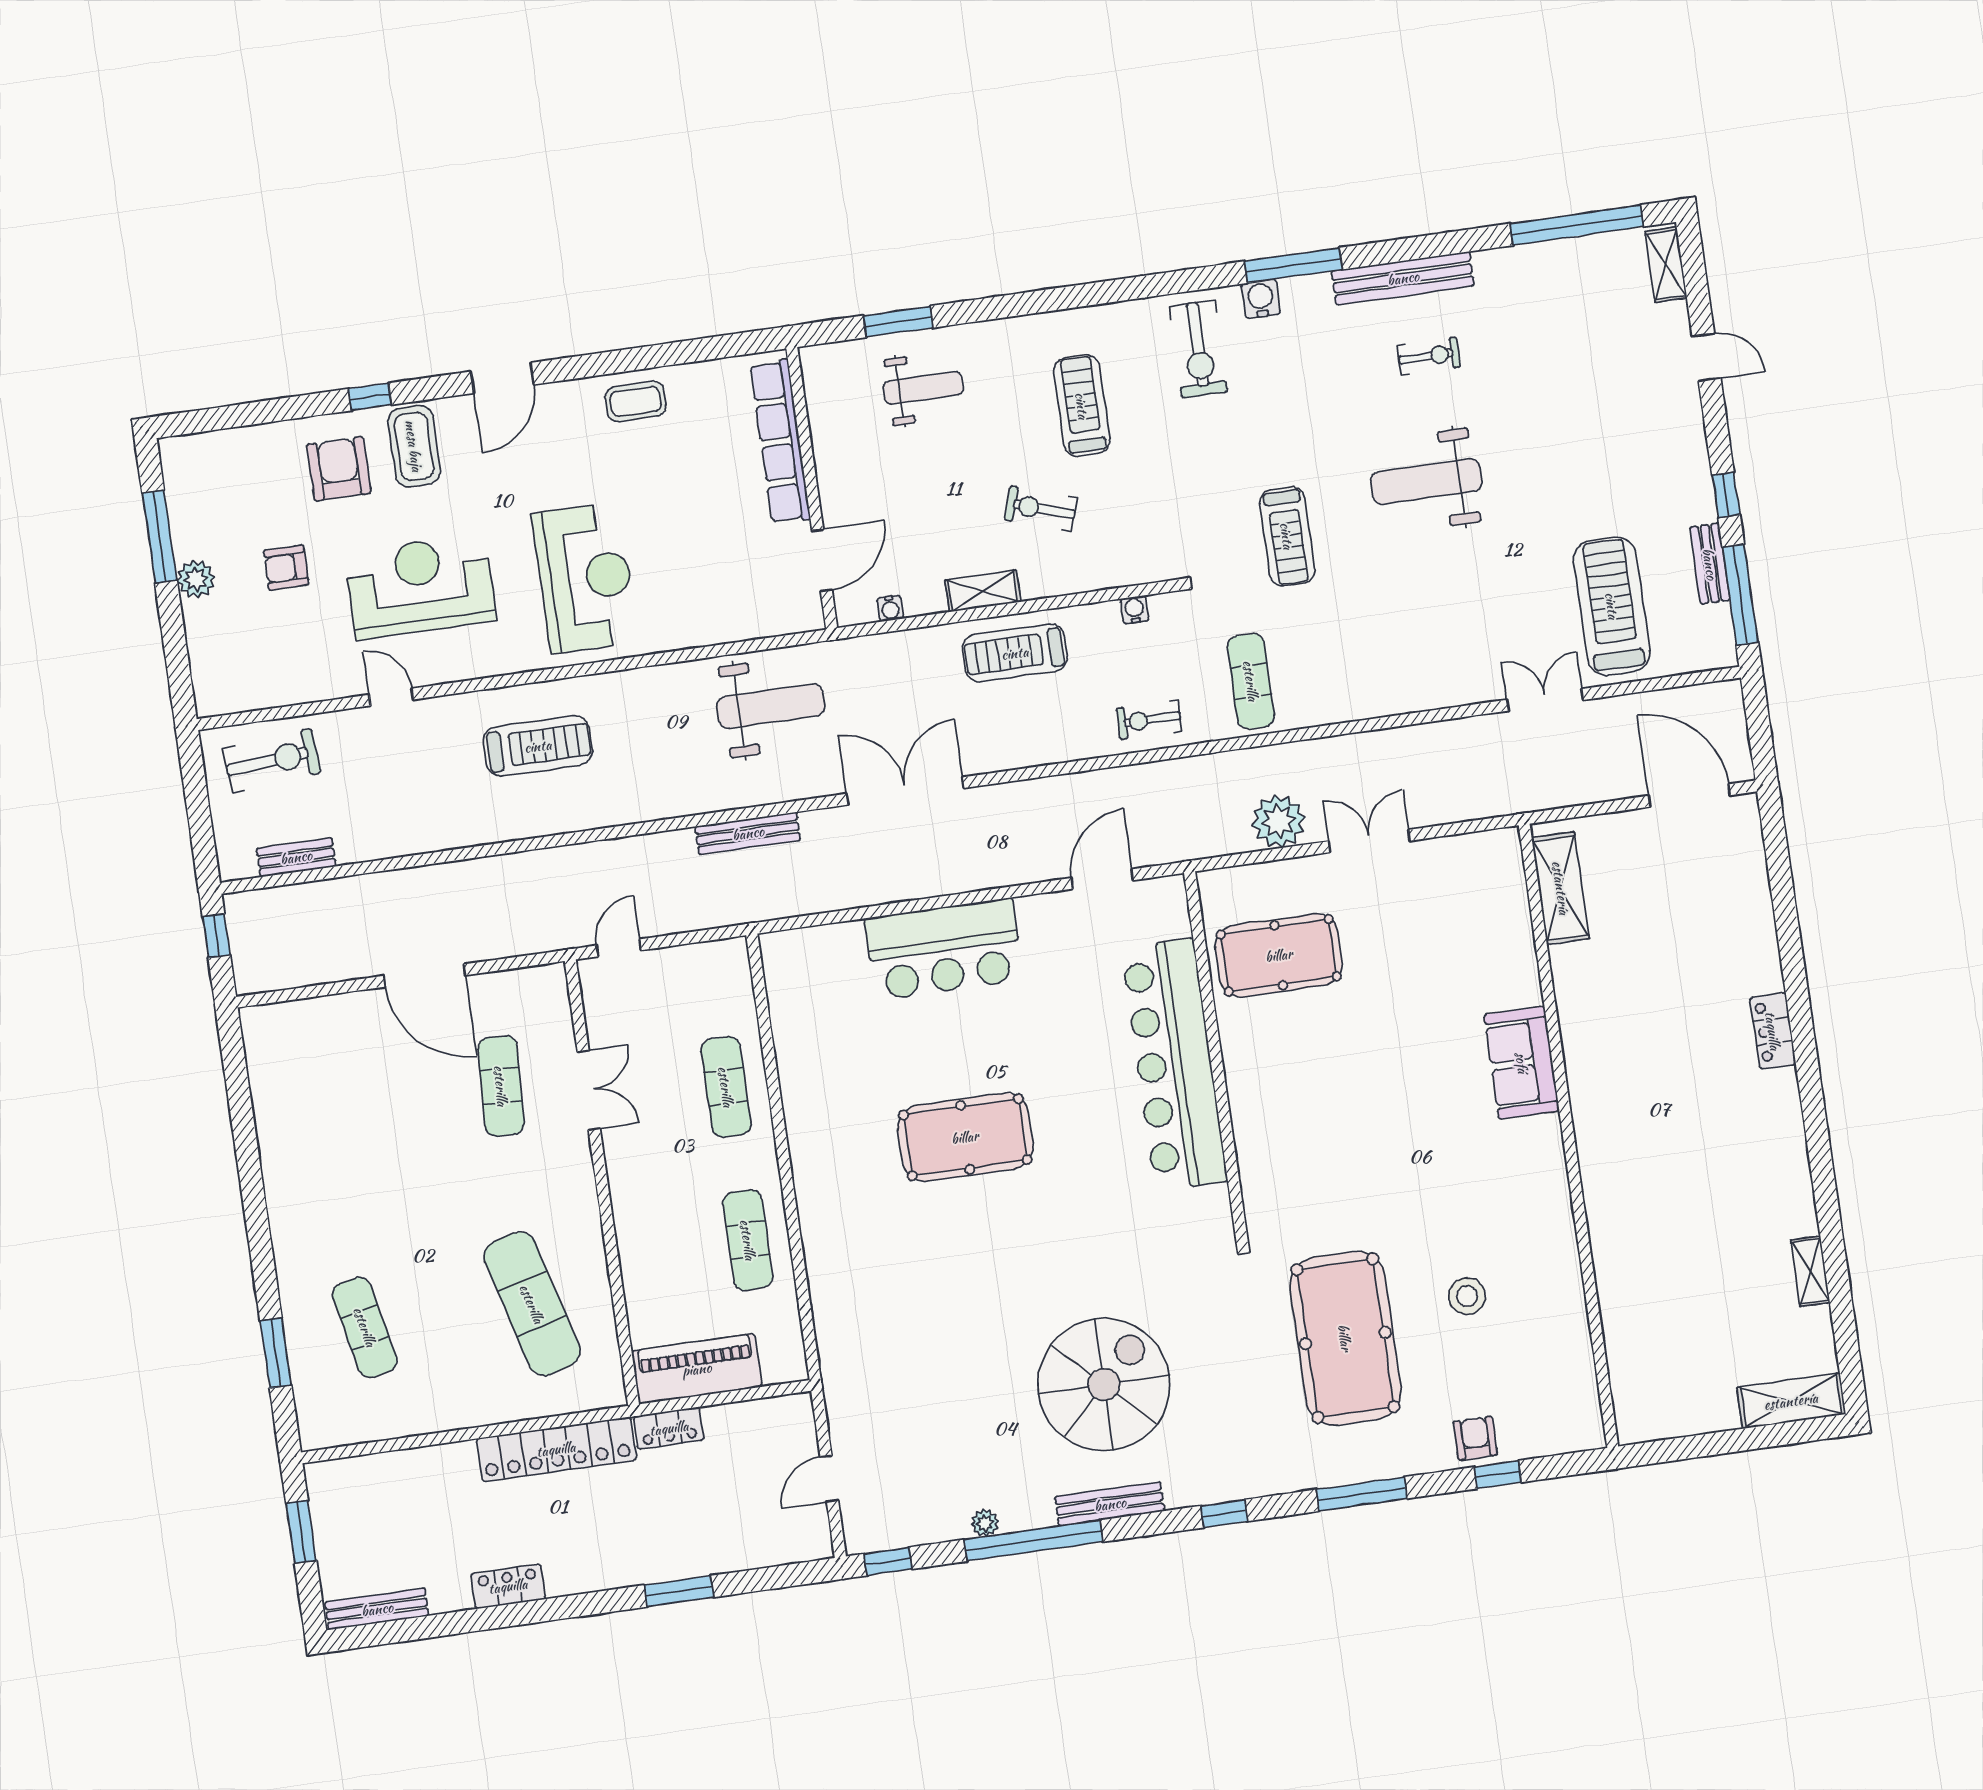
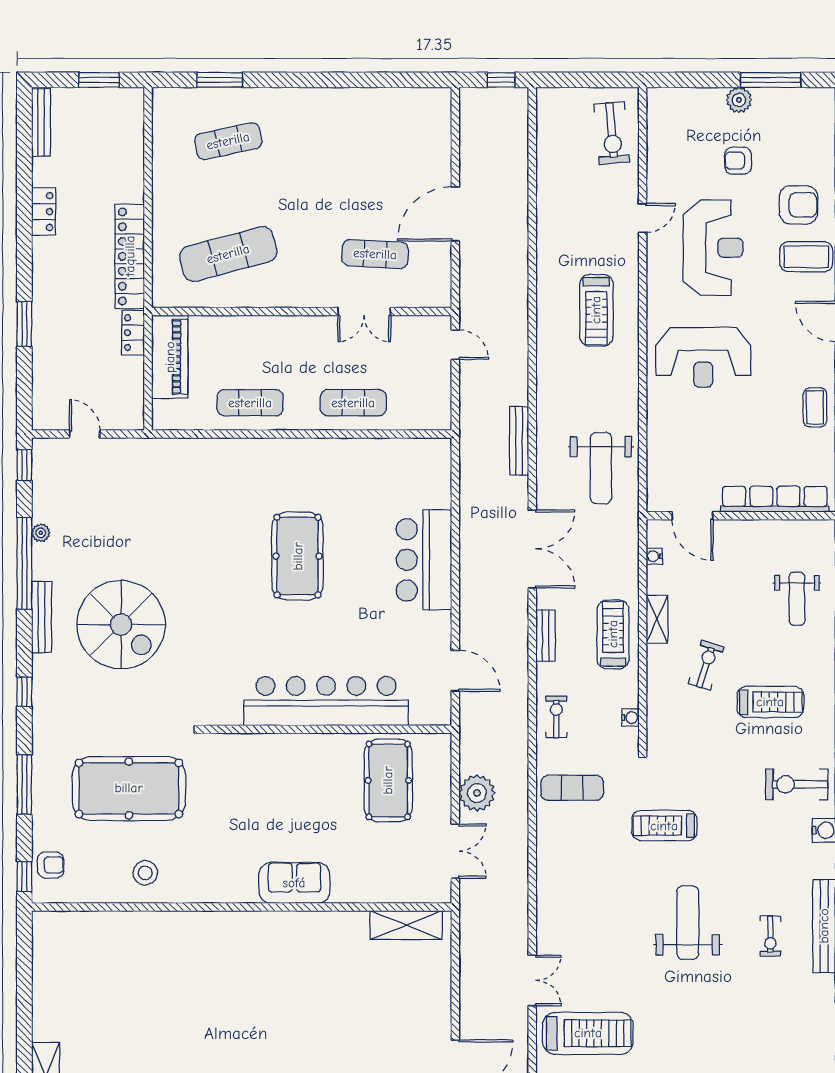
armchair: (286, 568) -> (738, 161), turned -90
bench: (296, 857) -> (546, 636), moved
shelving: (1561, 888) -> (406, 925), moved
sofa: (1522, 1063) -> (294, 883), moved
wall: (1568, 1136) -> (242, 907), moved

